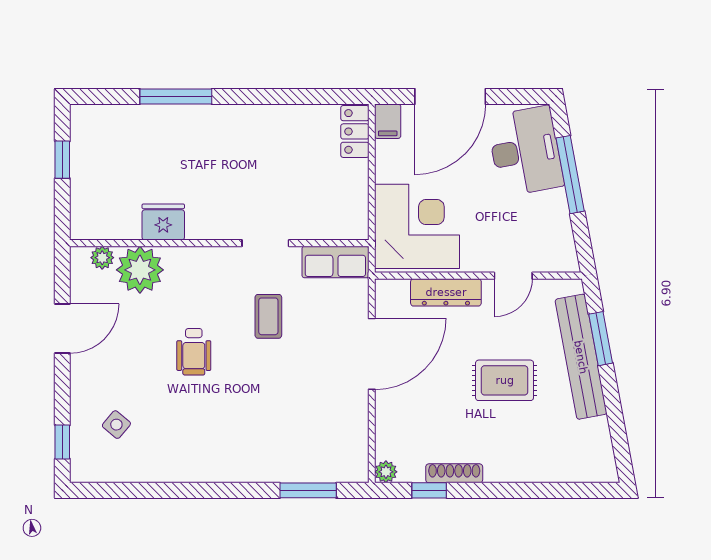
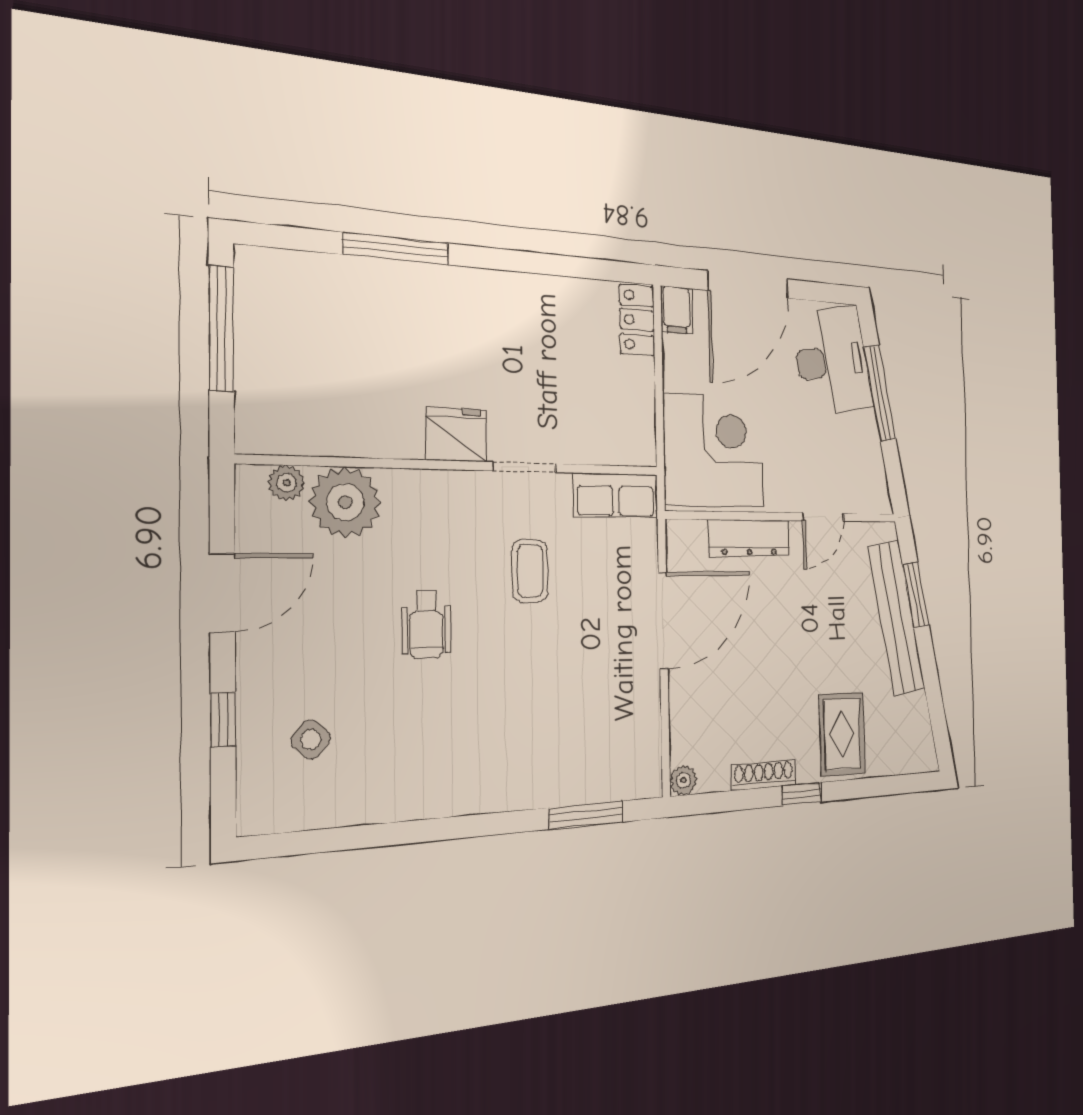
window: (62, 160) -> (221, 329), width x2.17
fridge: (163, 222) -> (456, 435), moved
rug: (505, 380) -> (842, 734), moved, turned 90
window: (62, 442) -> (223, 720), moved
window: (429, 490) -> (802, 794), moved

